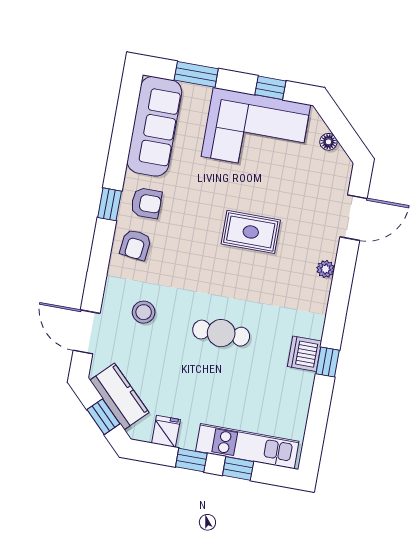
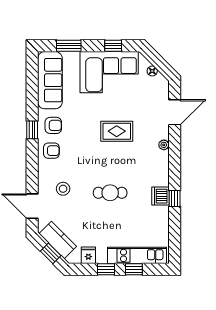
armchair: (136, 245) -> (51, 151), turned -97

